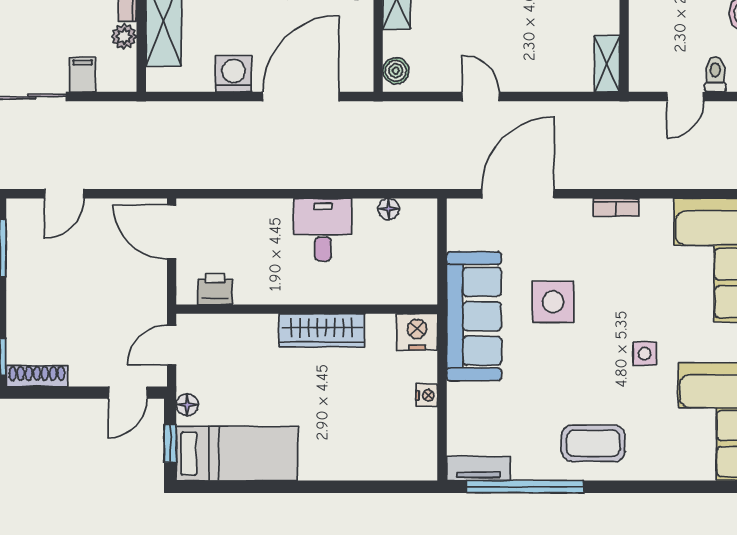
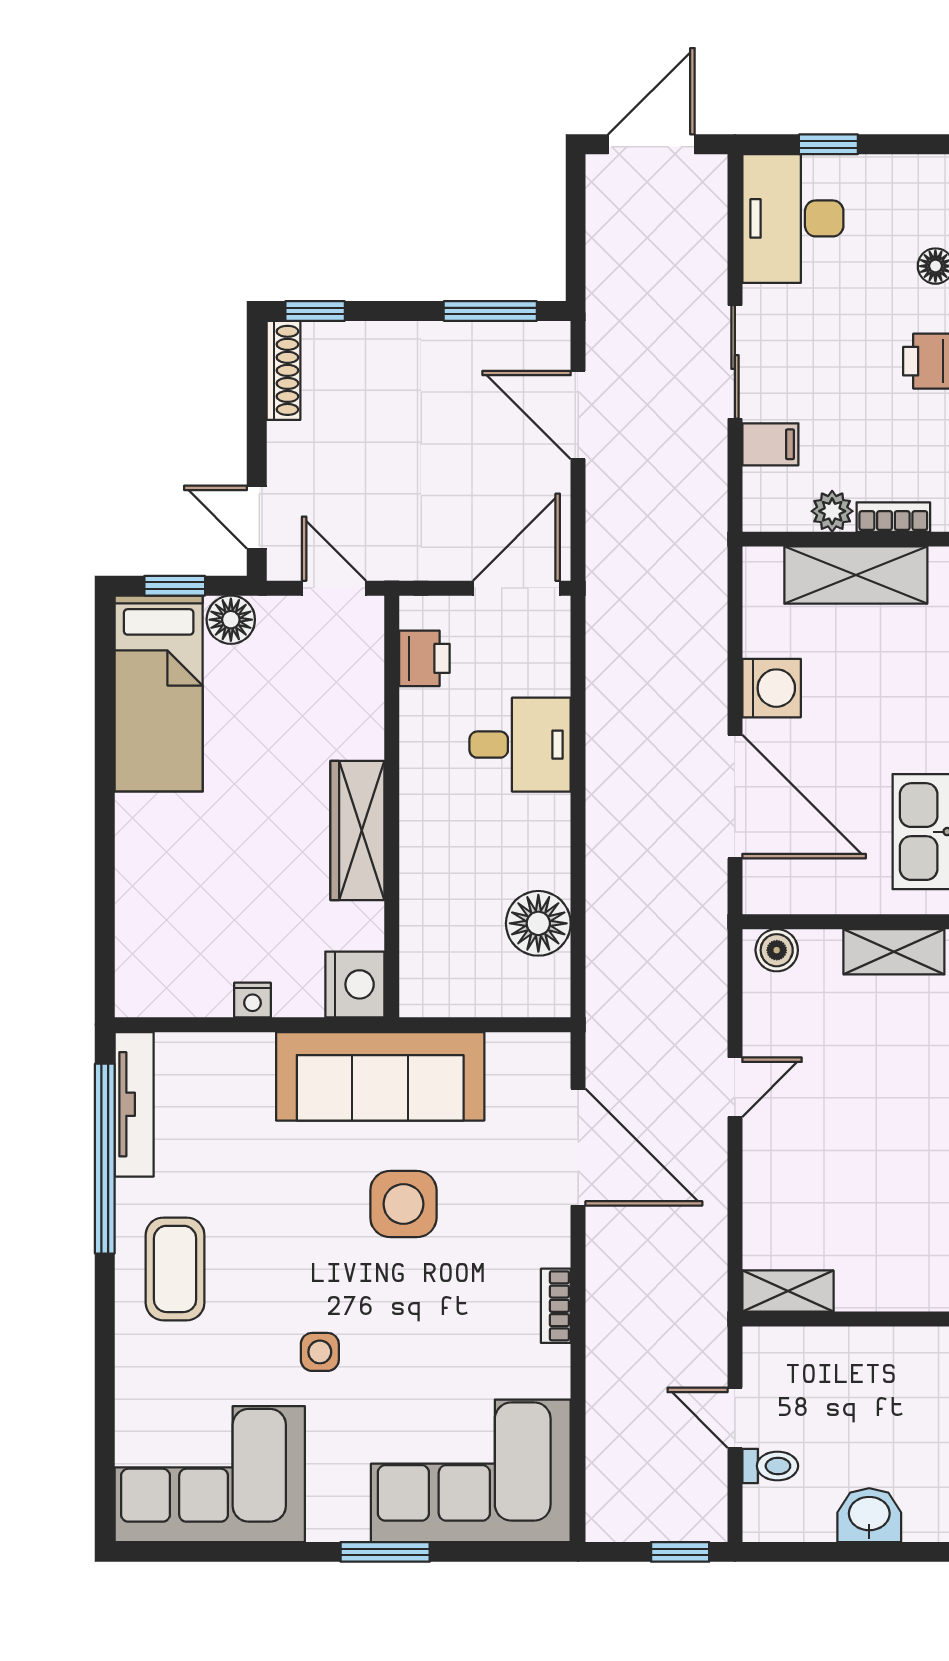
door: (64, 194) -> (578, 415), width x1.38
floor lamp: (389, 209) -> (538, 923), width x1.89, depth x1.89
desk: (323, 230) -> (520, 745), moved
floor lamp: (187, 405) -> (231, 620), width x1.37, depth x1.37
tv unit: (478, 469) -> (134, 1104), width x1.41

